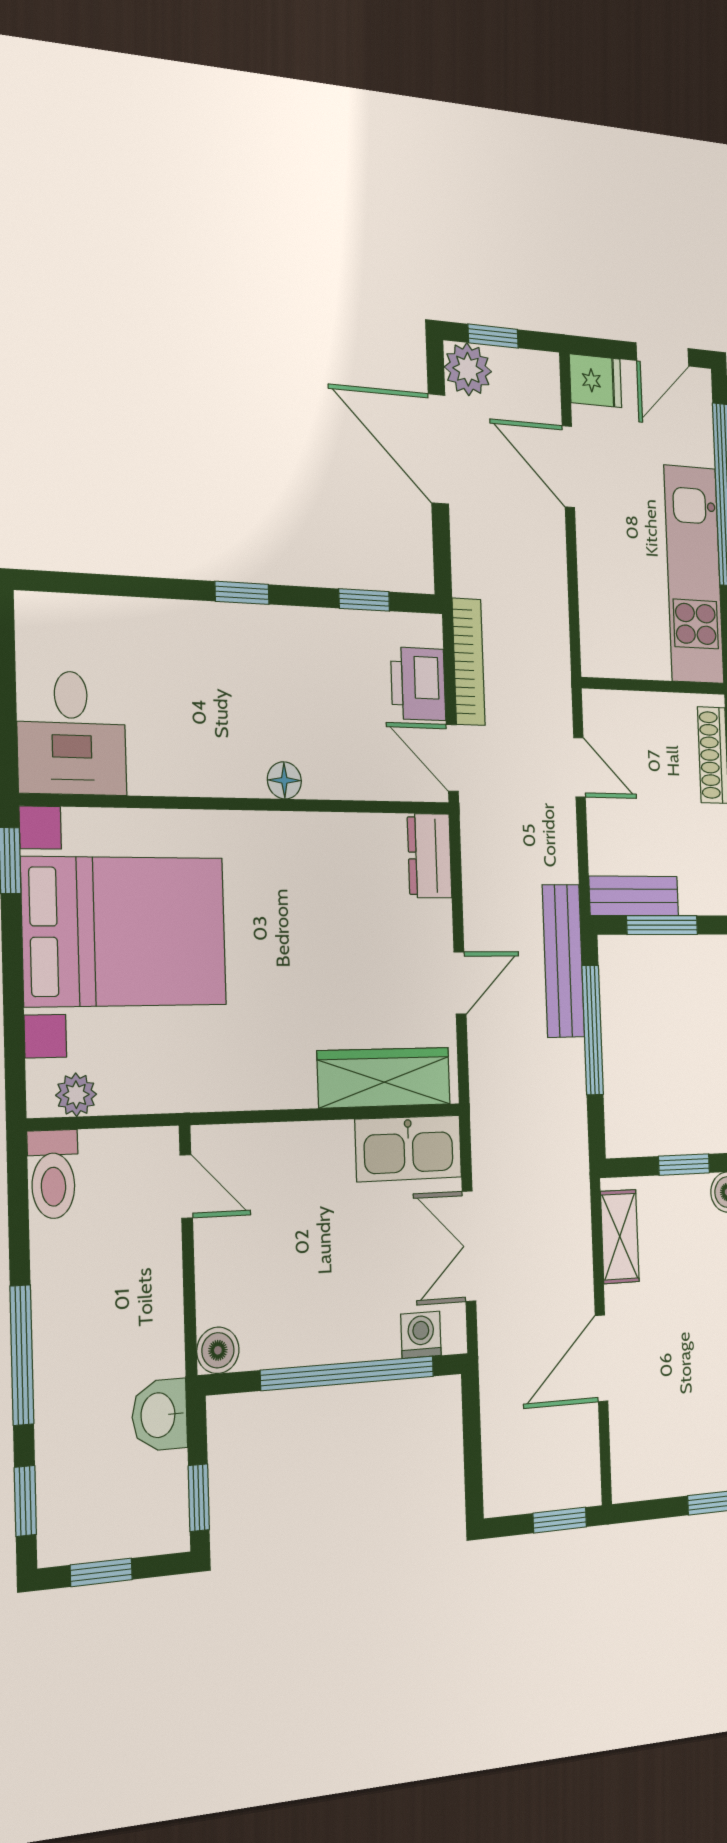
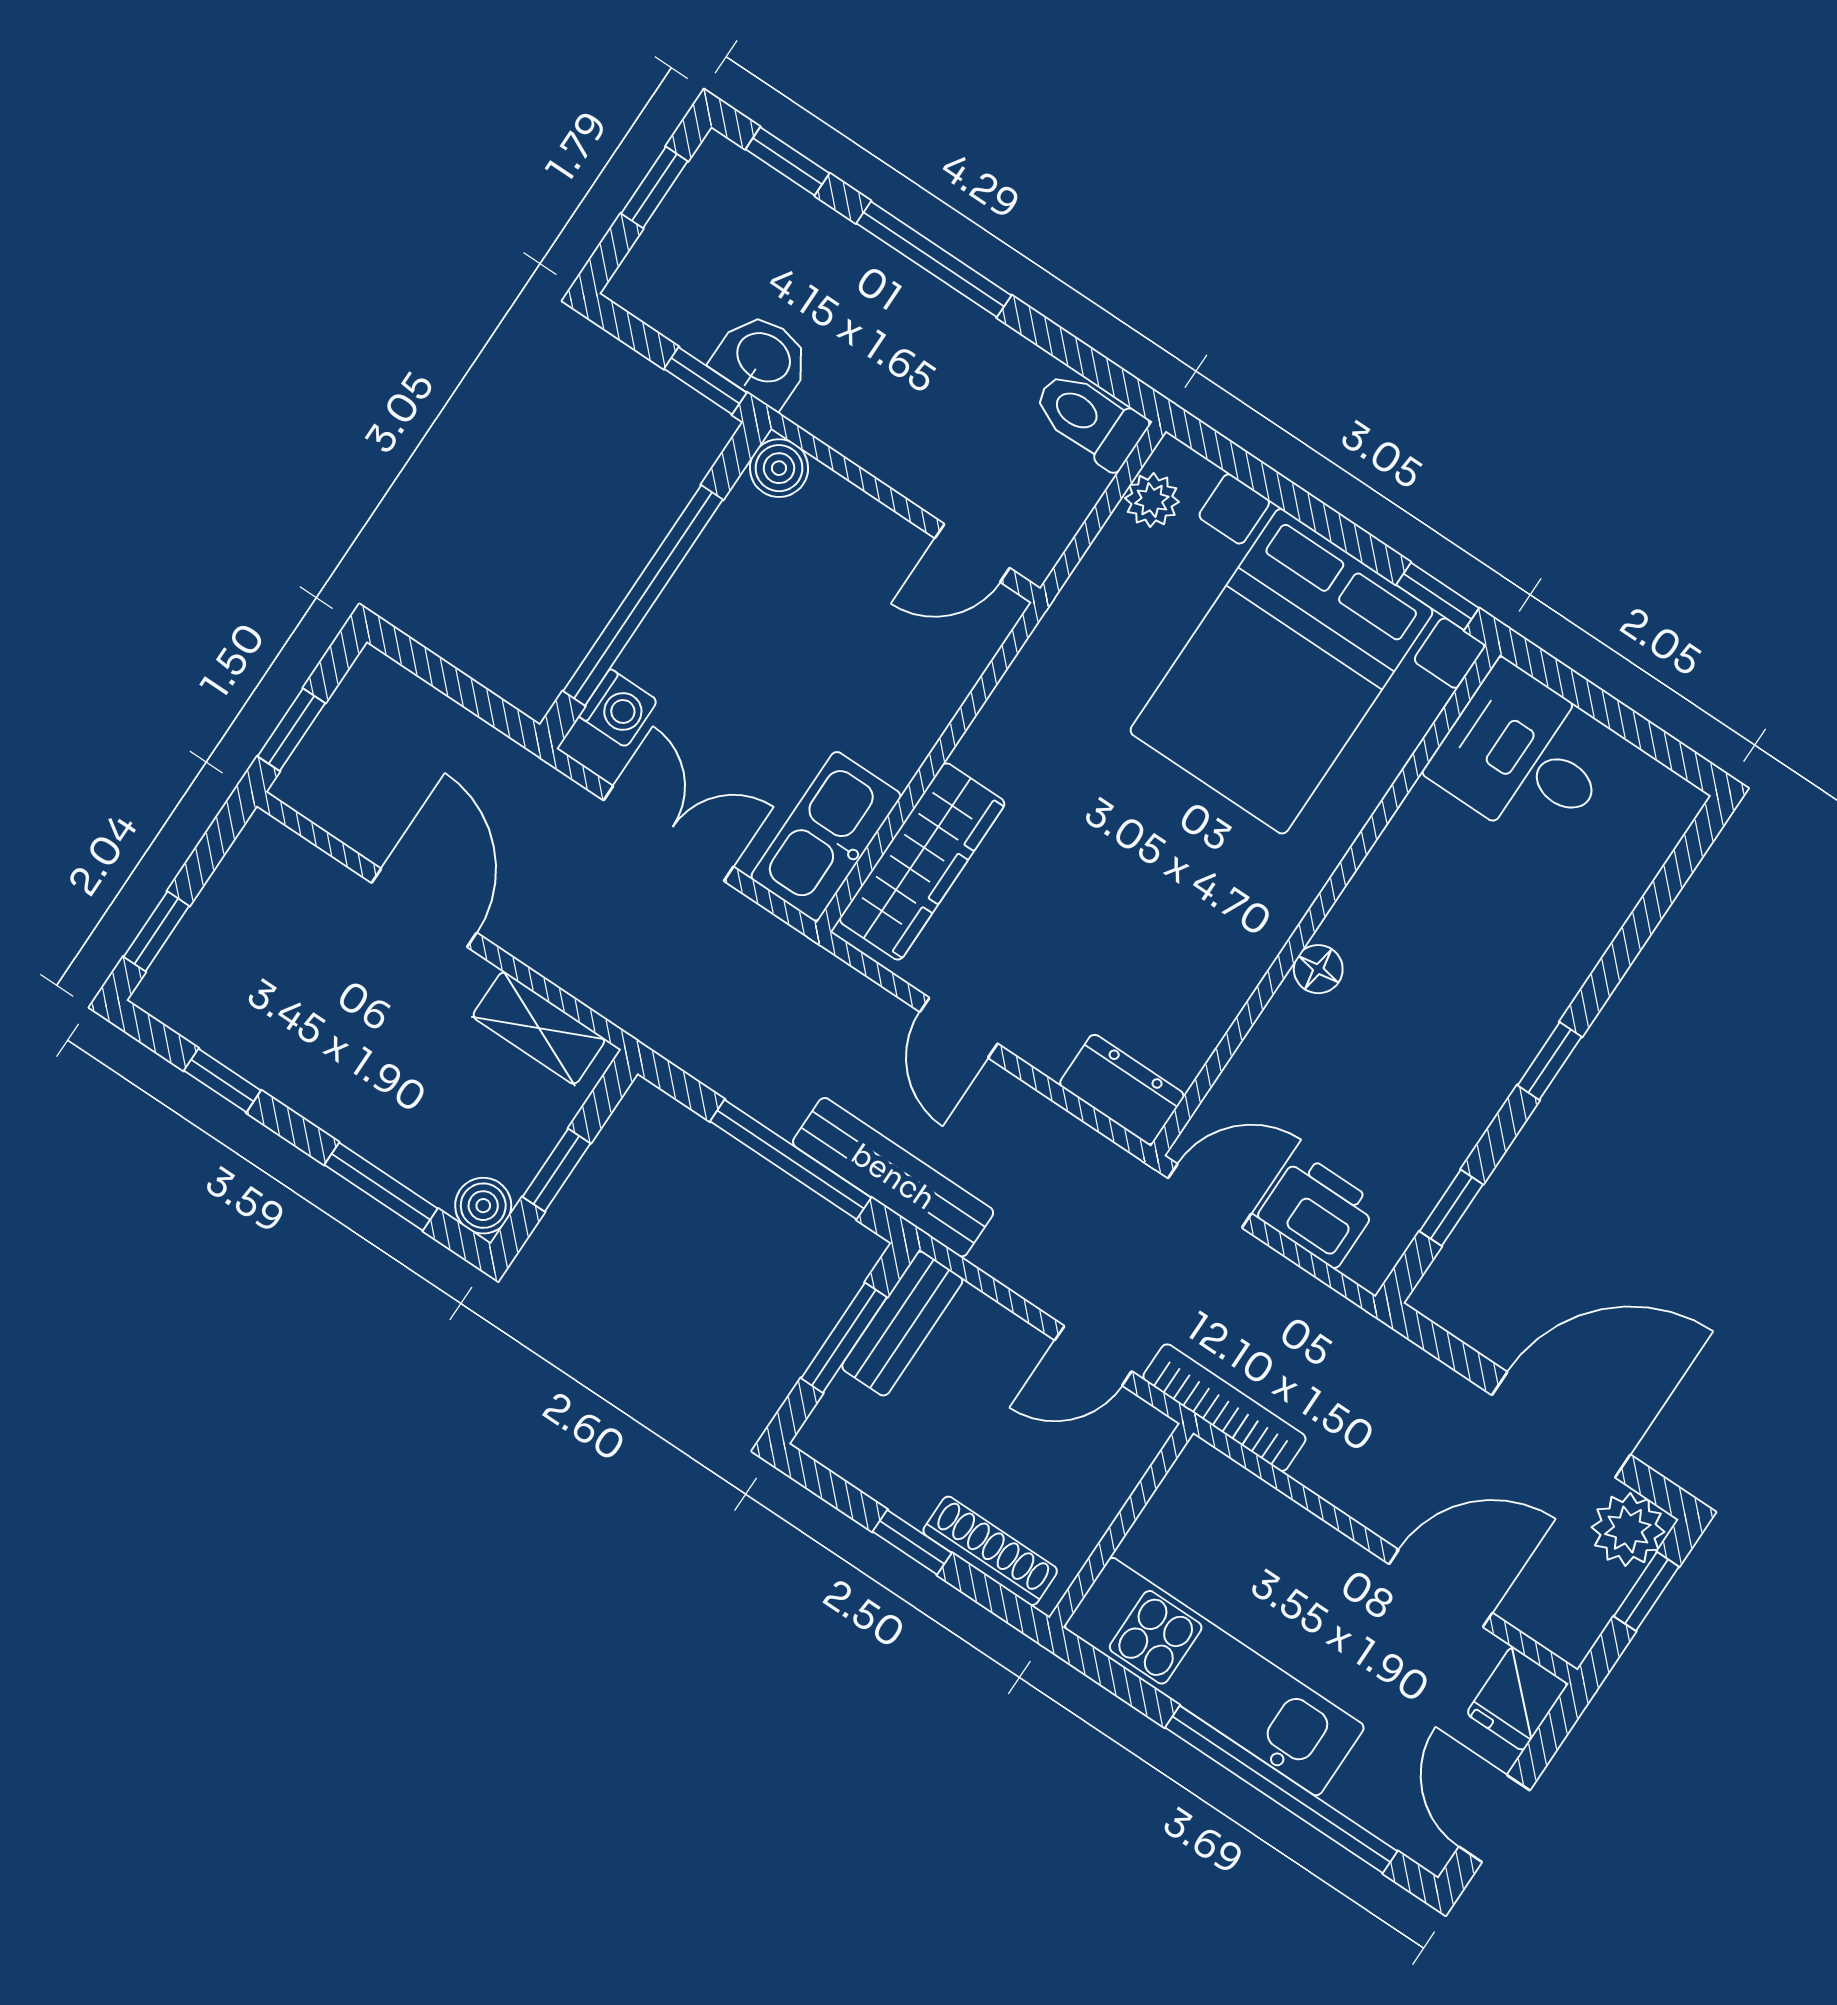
bookcase: (469, 662) -> (1224, 1408), moved, turned 180
window: (199, 1498) -> (705, 381), moved

